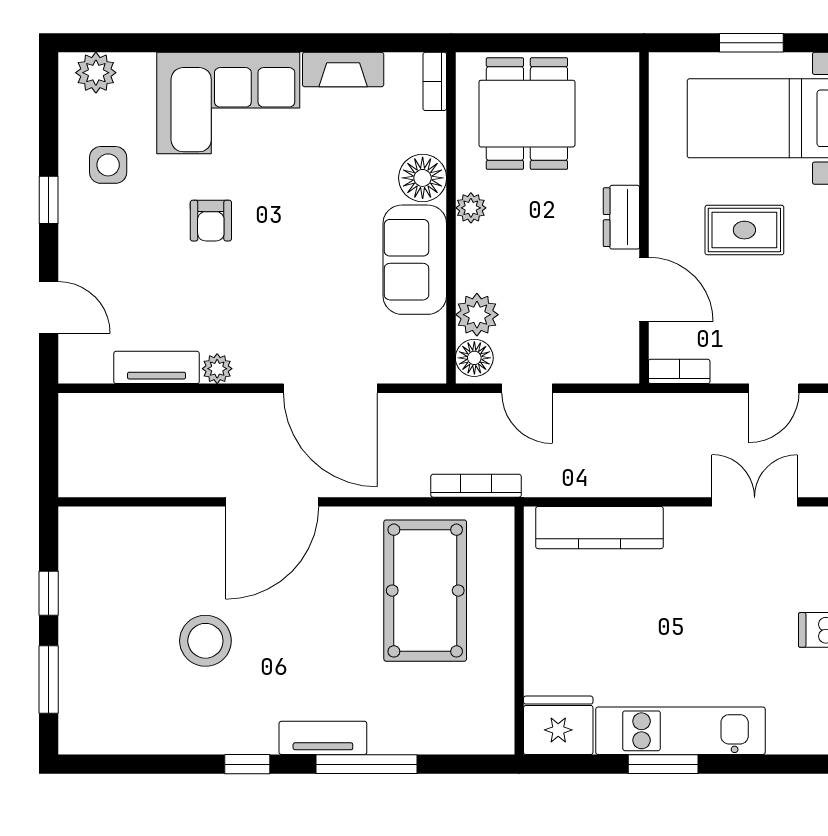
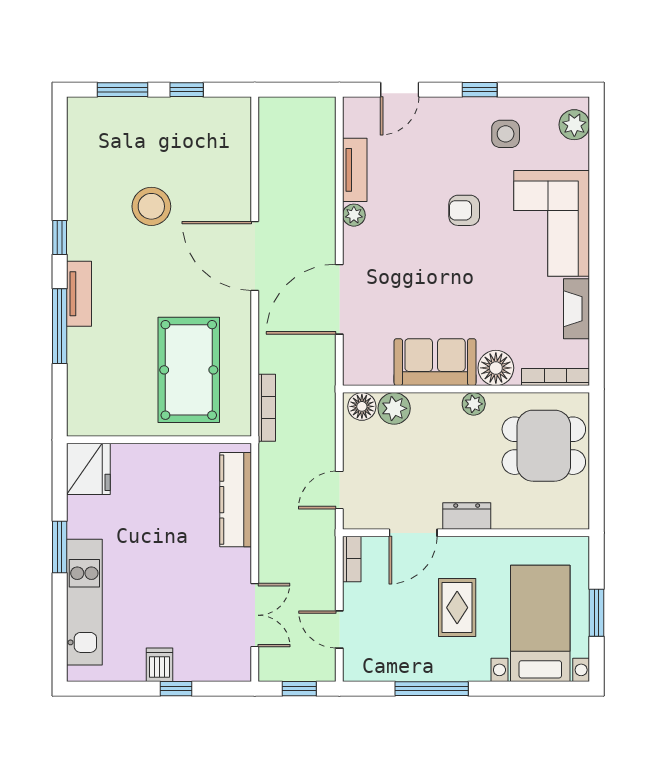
bookcase: (435, 81) -> (556, 377), width x1.56
door: (527, 388) -> (339, 490), moved
pool table: (425, 591) -> (189, 370), turned 90
kitchen unit: (680, 731) -> (84, 602), moved

